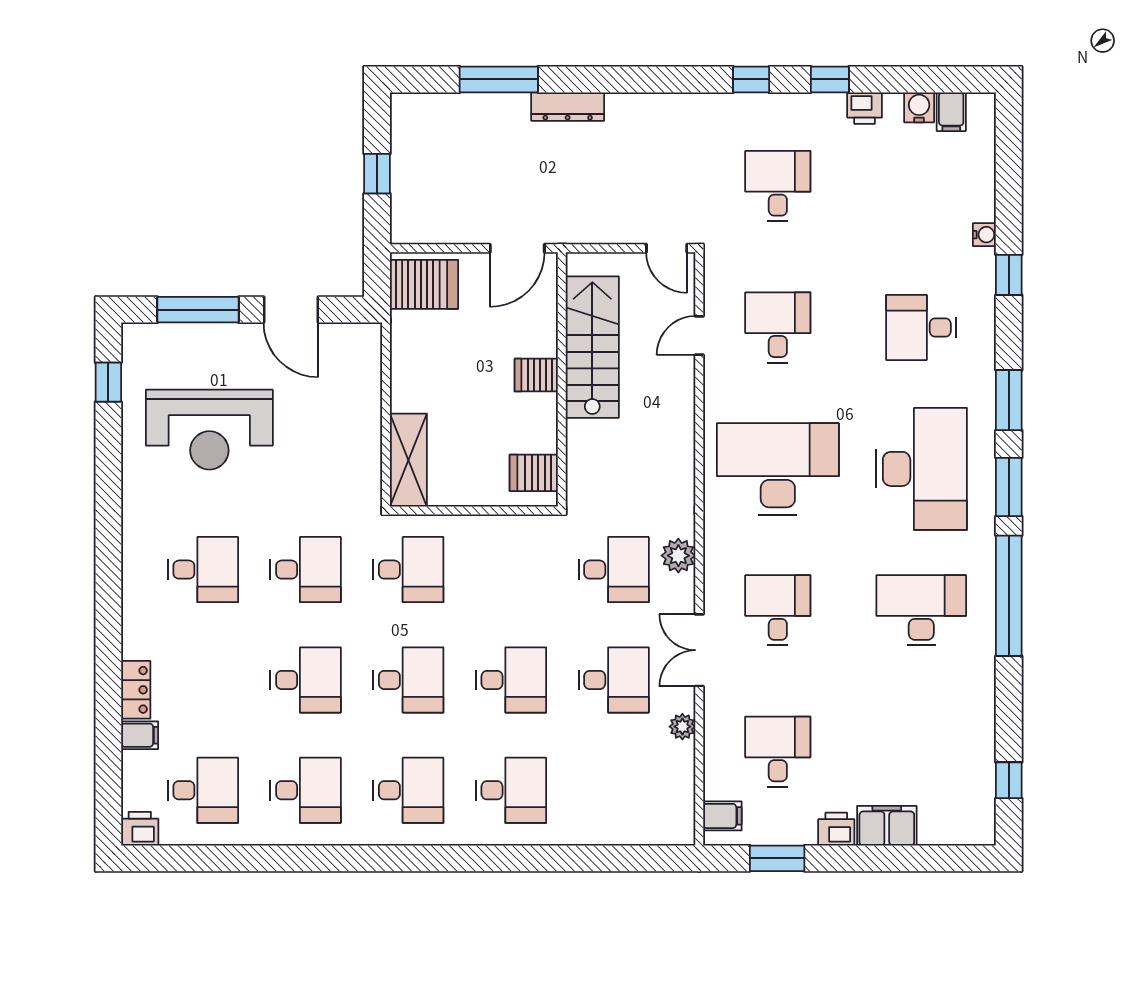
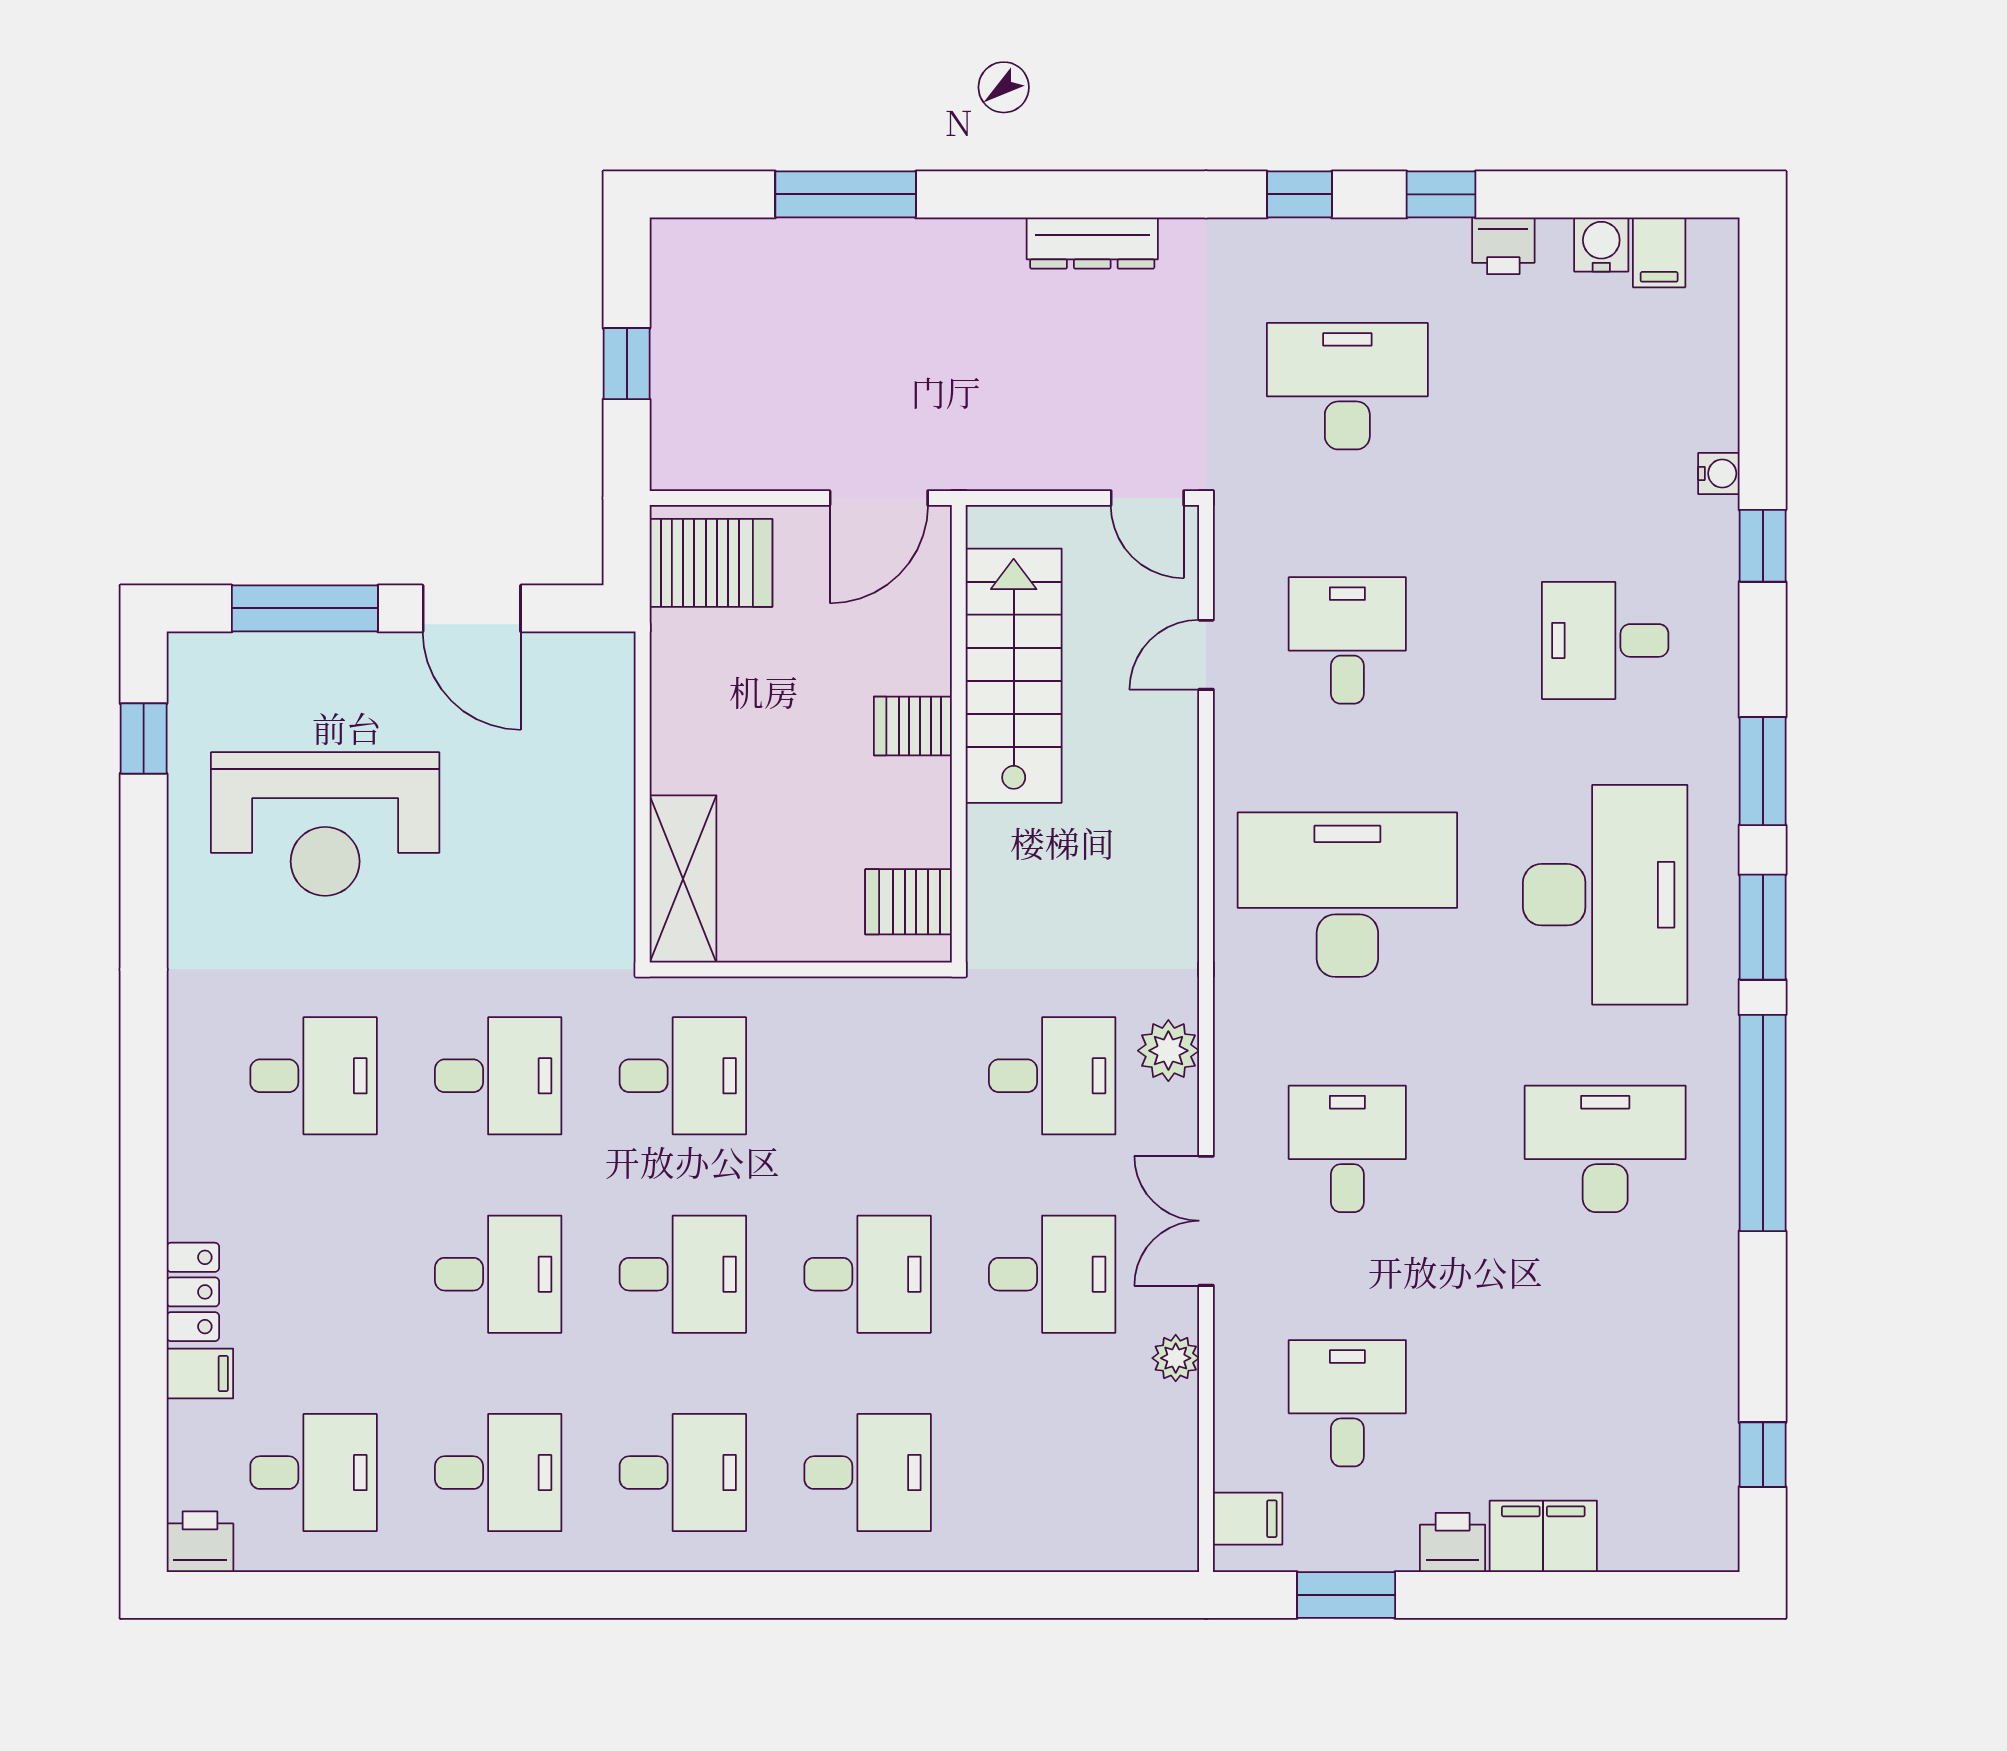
dresser: (568, 107) -> (1092, 243), moved
desk: (778, 186) -> (1347, 386), width x1.37

